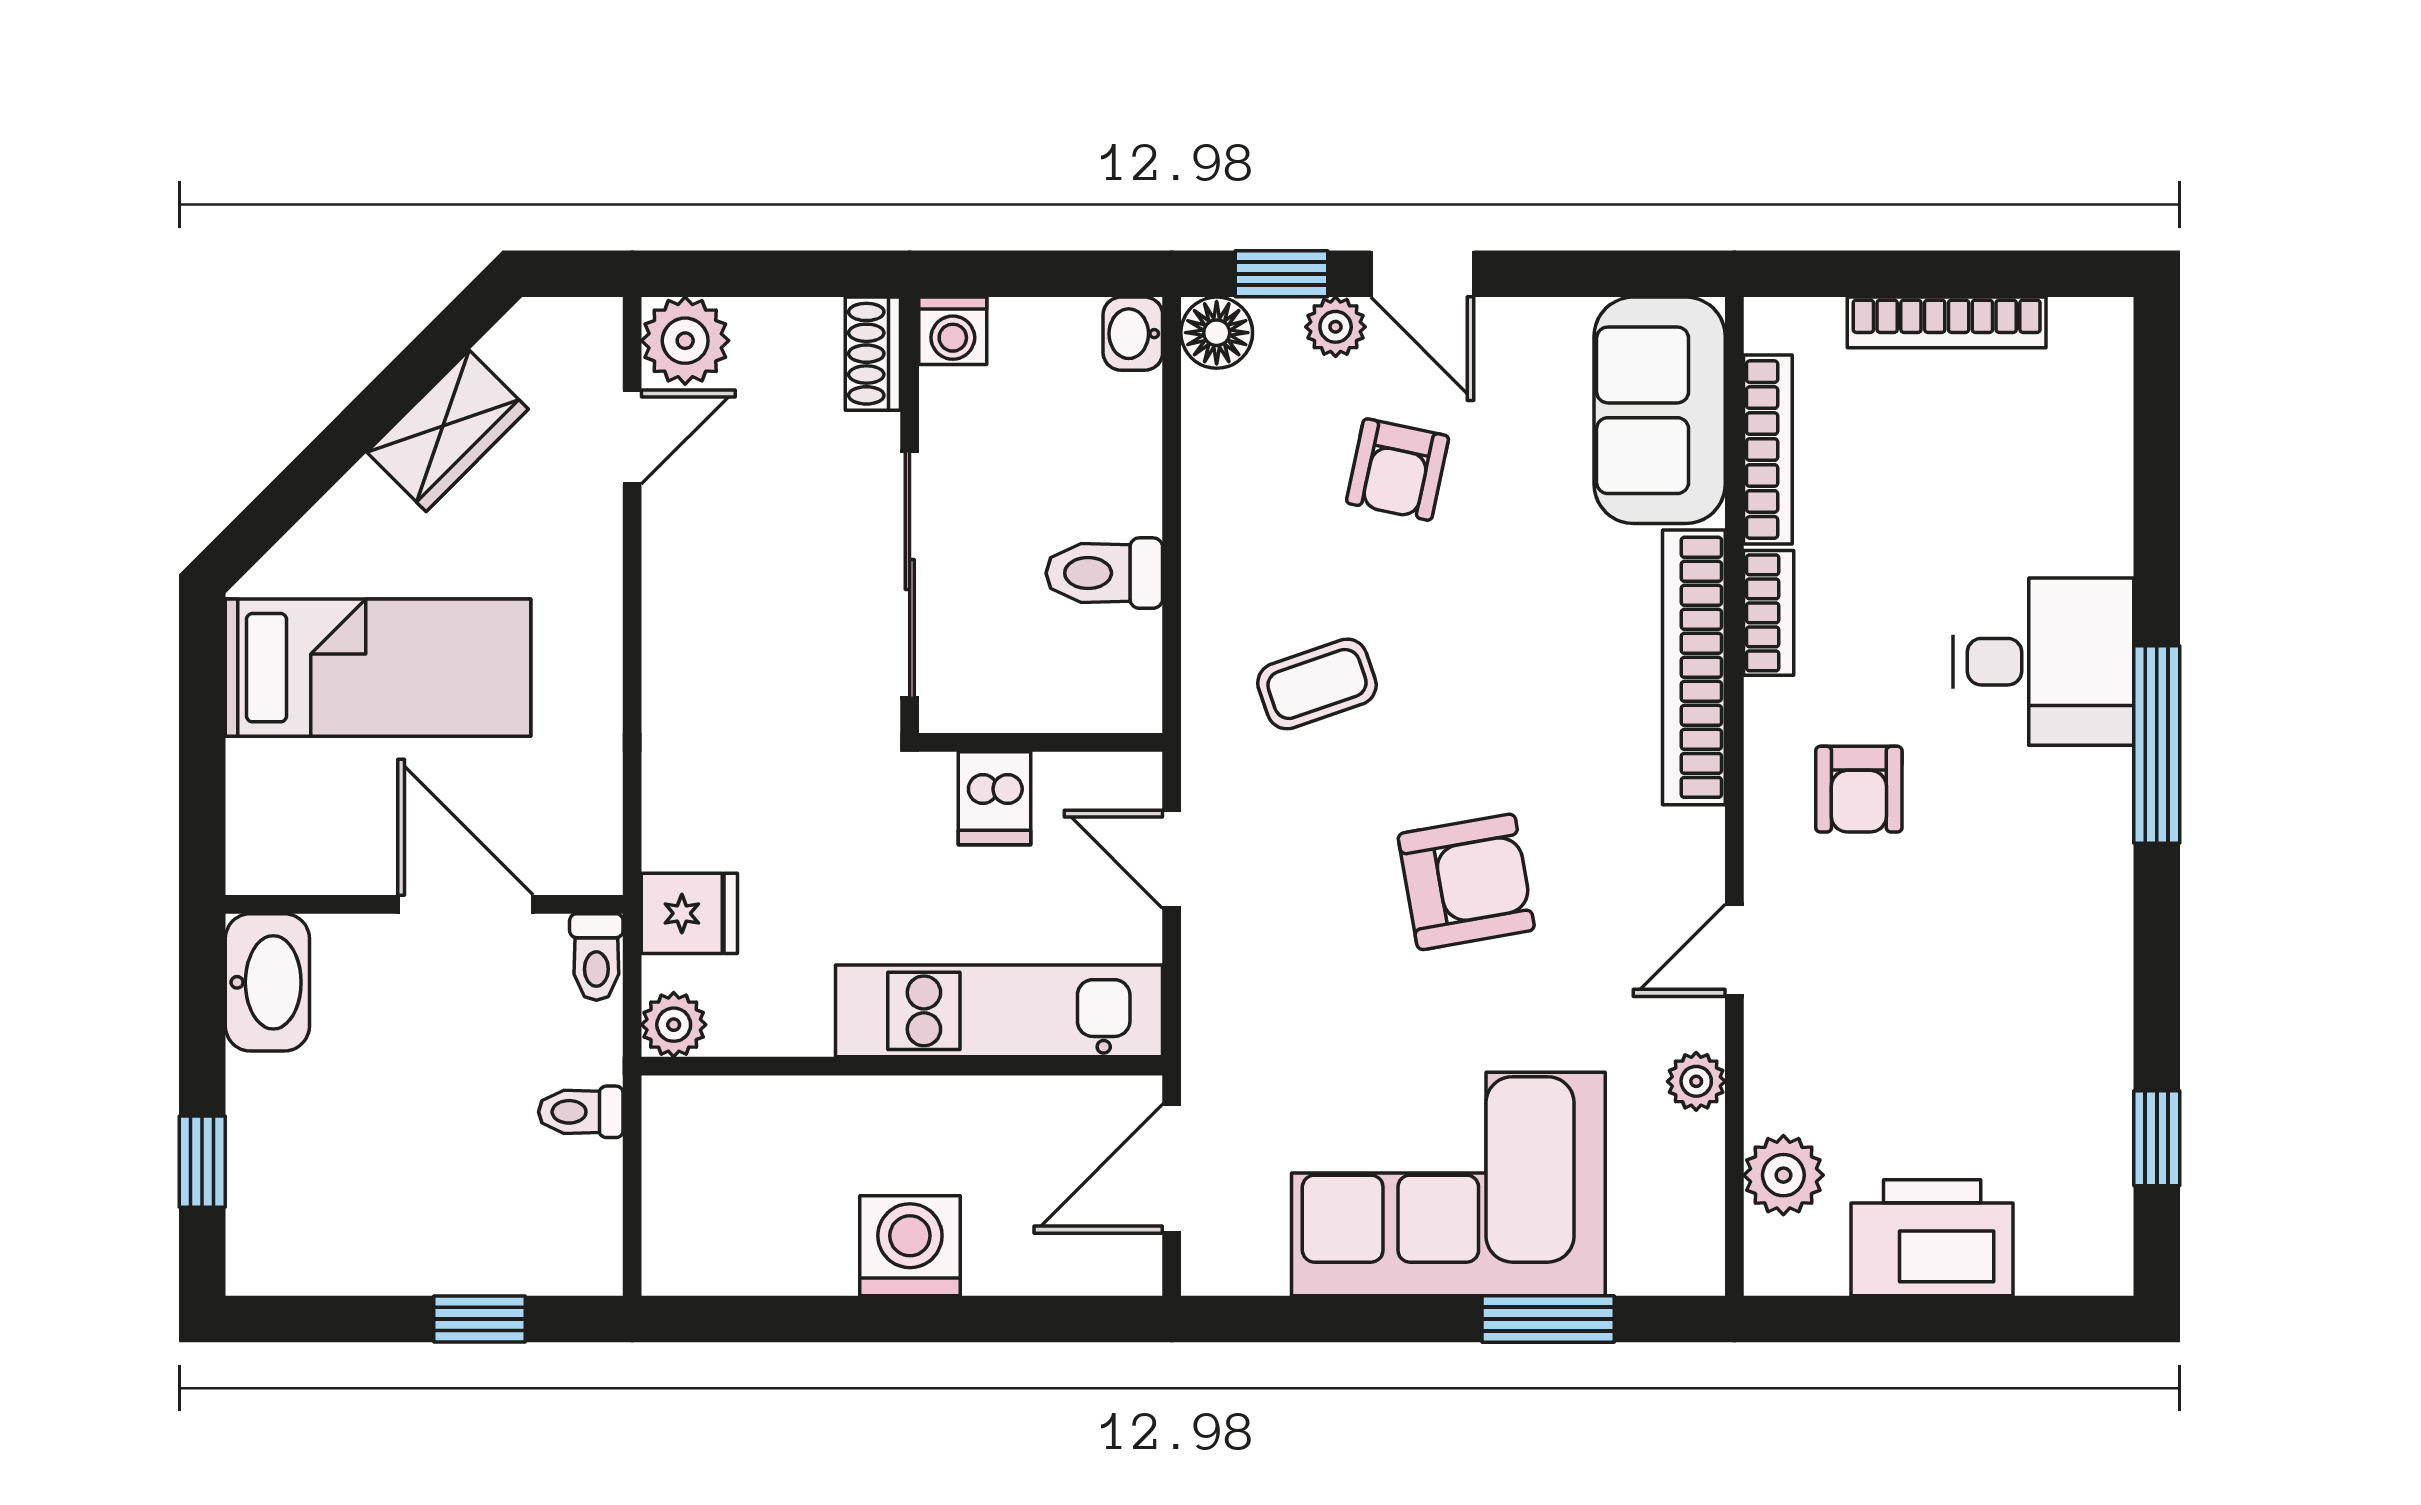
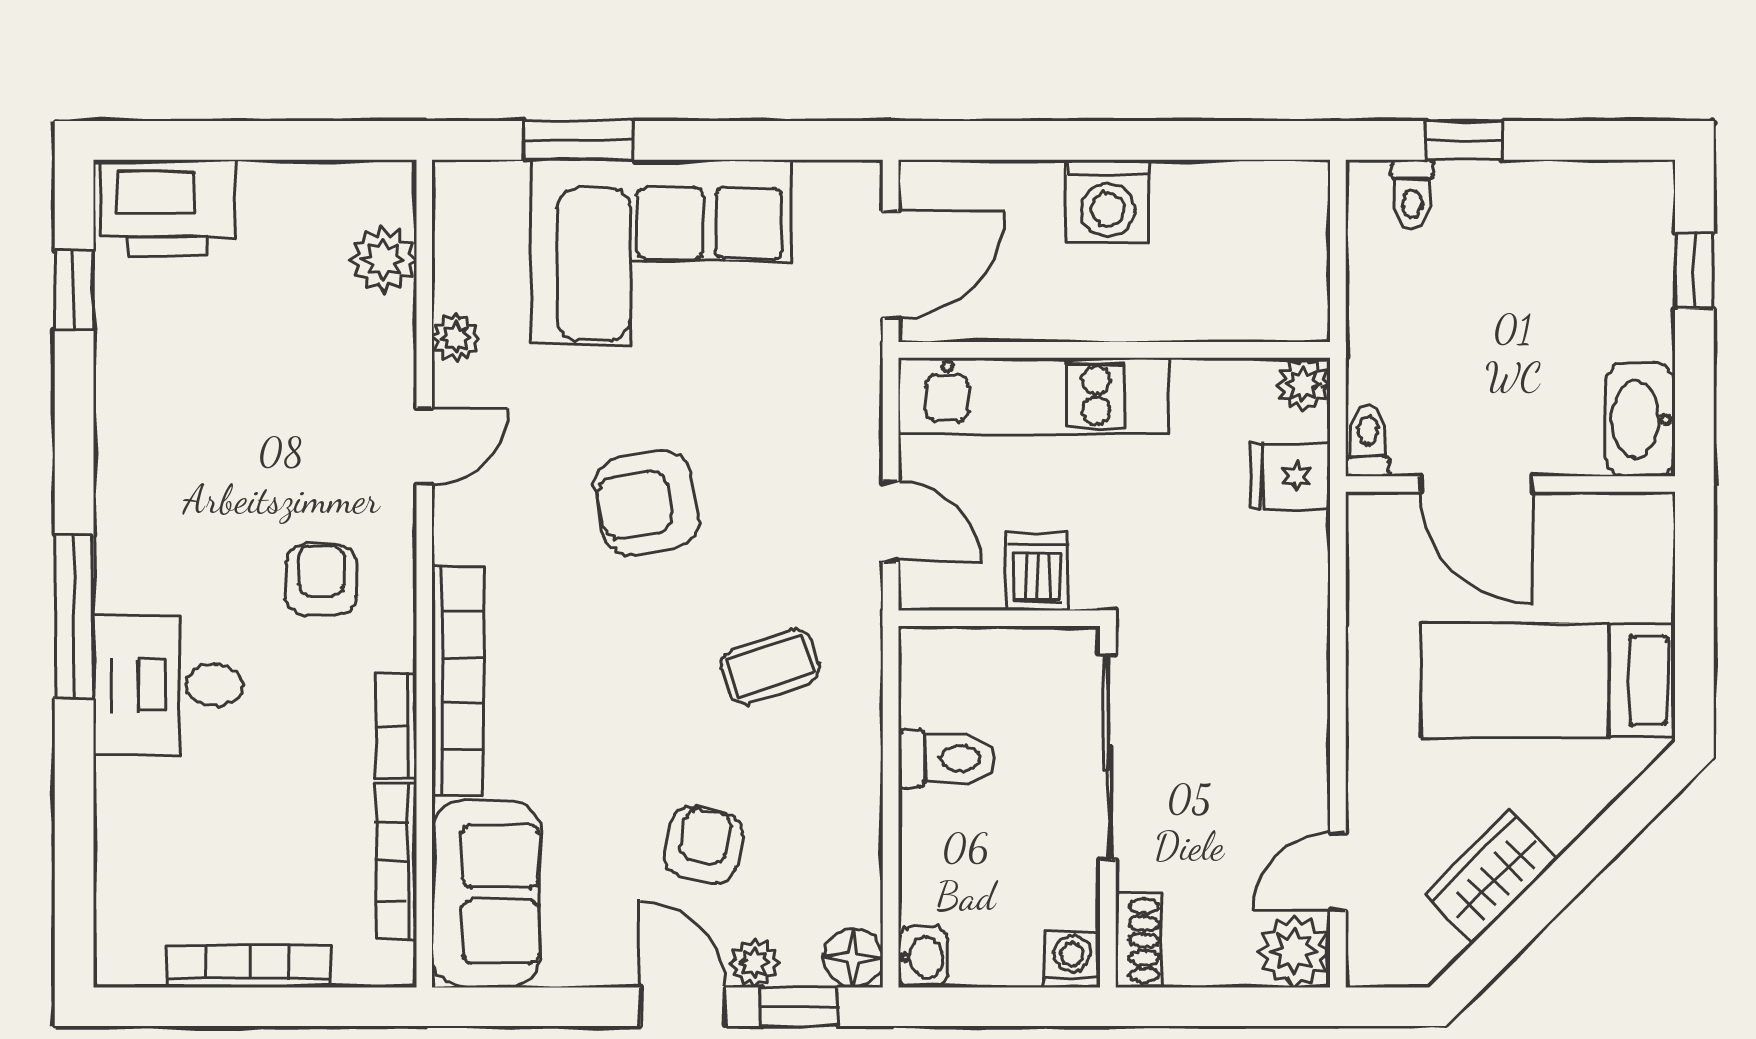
toilet: (581, 1112) -> (1412, 194), moved, turned 90
printer: (1932, 1238) -> (168, 208), moved

